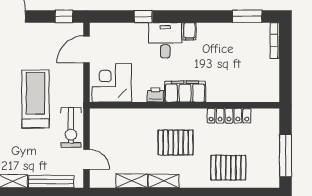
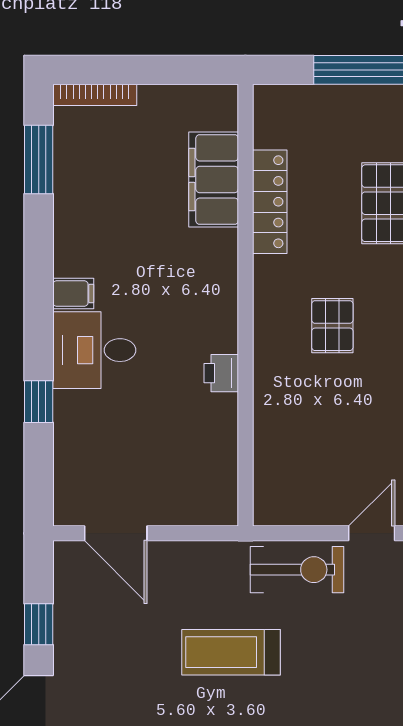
window: (64, 16) -> (39, 624), moved
corner desk: (112, 83) -> (193, 475), removed
filing cabinet: (185, 92) -> (214, 180), moved
treadmill: (35, 99) -> (231, 652), width x0.73, depth x0.73
pallet: (176, 143) -> (332, 326), width x0.67, depth x0.71

